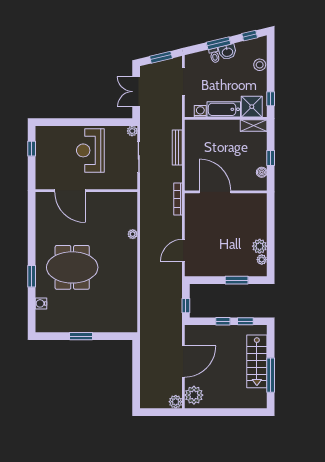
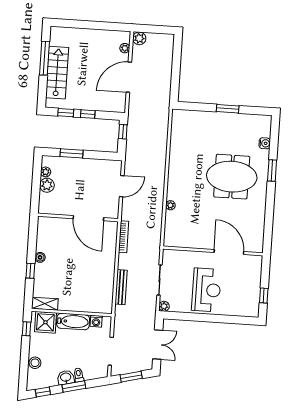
door: (215, 192) -> (88, 218), moved
wall: (226, 192) -> (78, 217), moved
plant: (194, 395) -> (125, 48), width x0.53, depth x0.53

